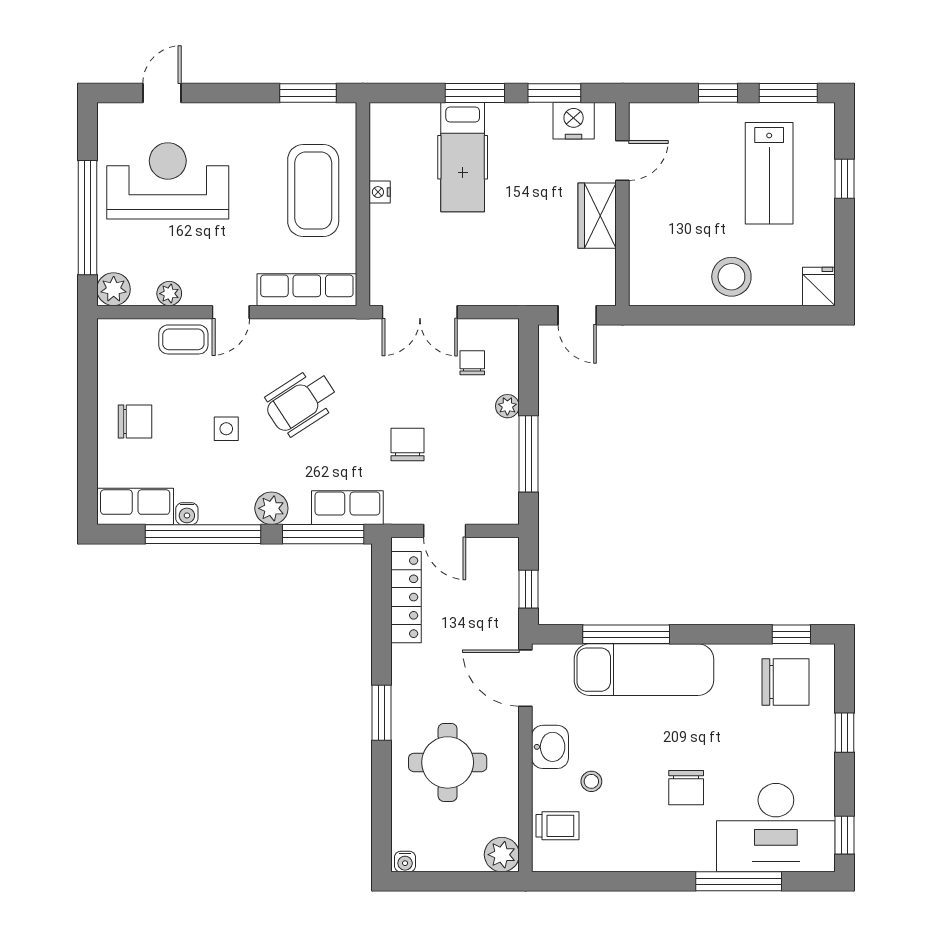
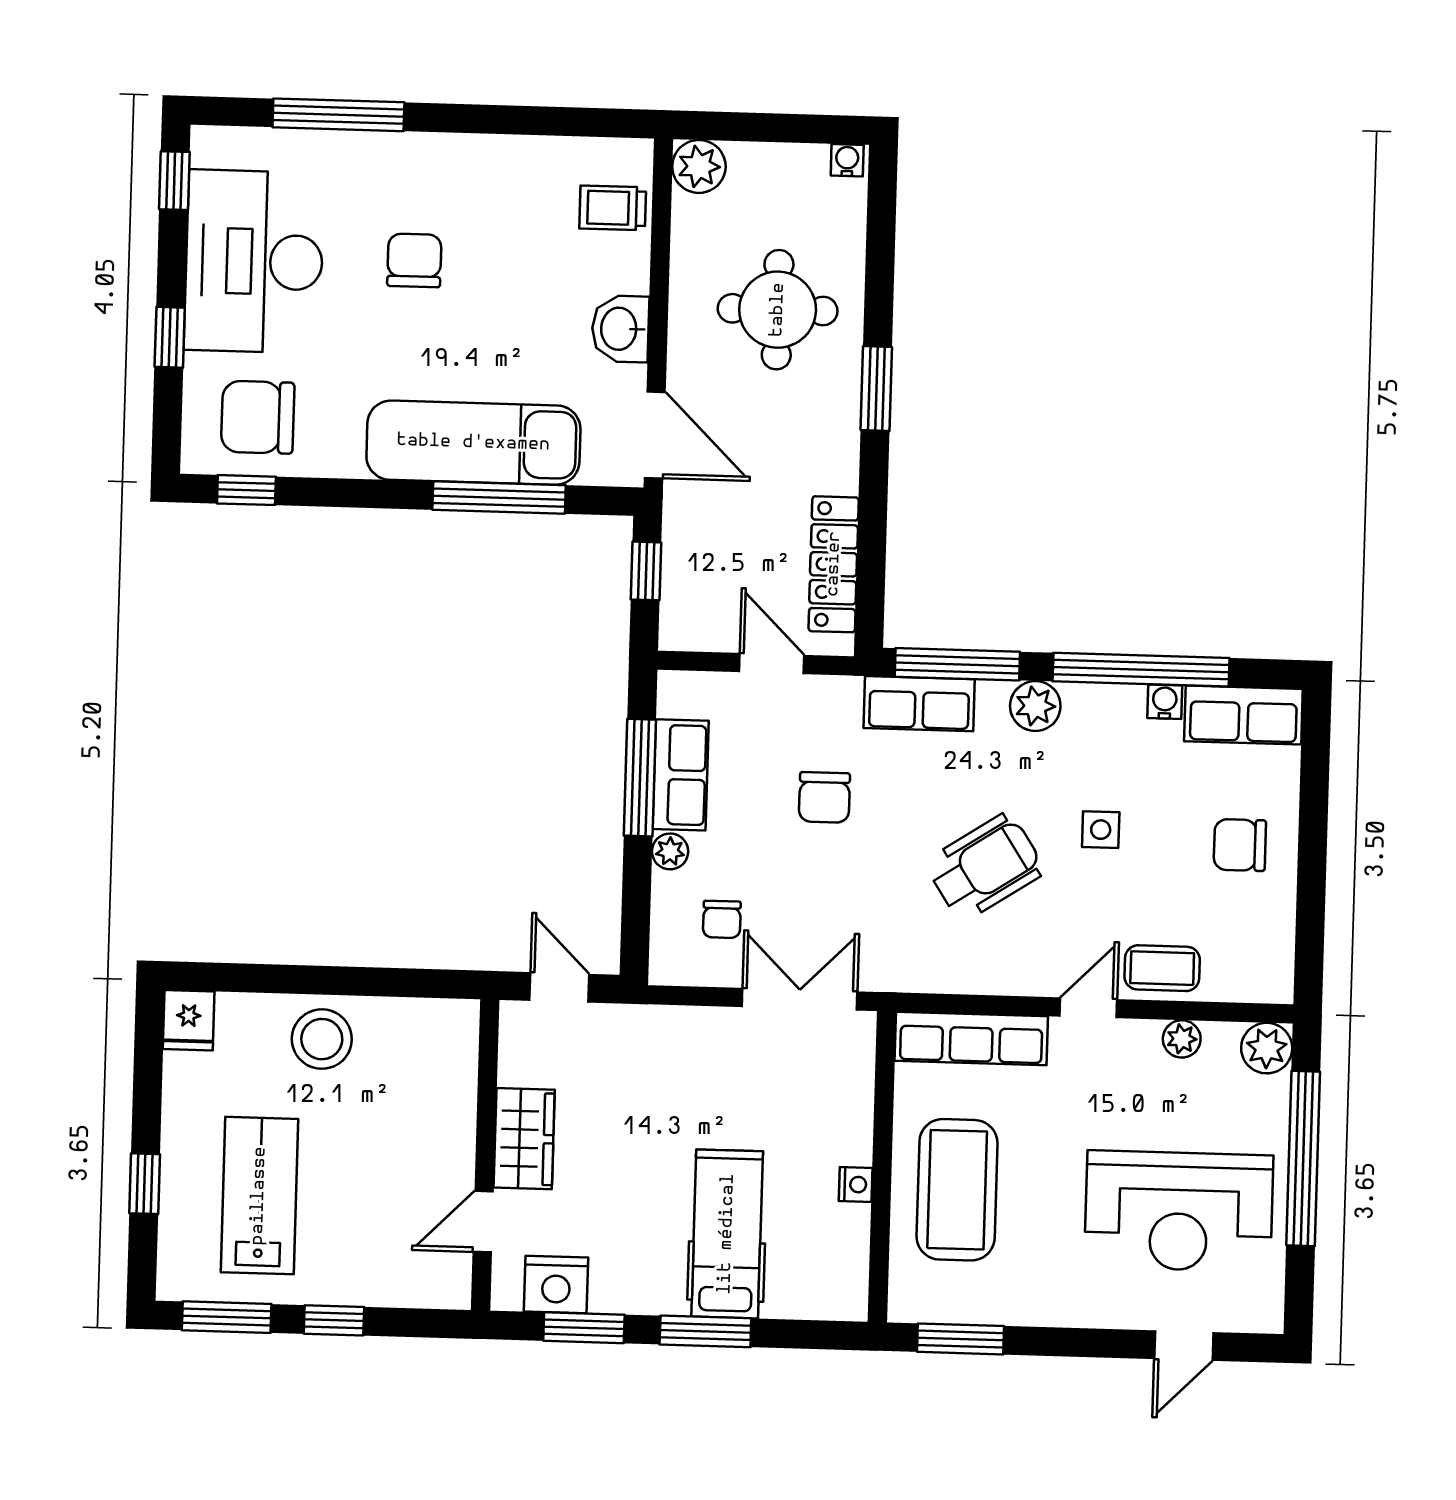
row of seats: (502, 456) -> (681, 775), added
stool: (591, 781) -> (559, 274), removed
desk: (776, 828) -> (254, 261), moved, turned -90

